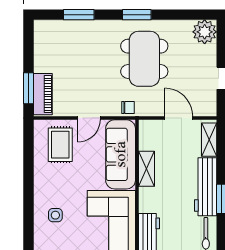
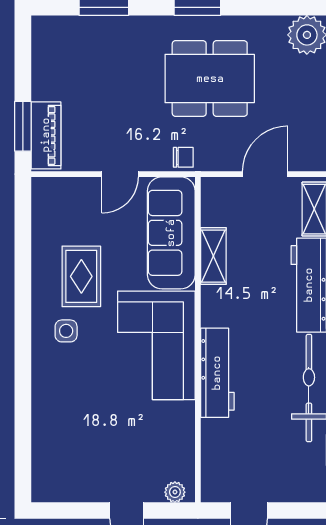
dining table: (144, 59) -> (210, 79), turned 90
door: (179, 118) -> (265, 174), hinge flipped
rug: (60, 145) -> (81, 276), moved

